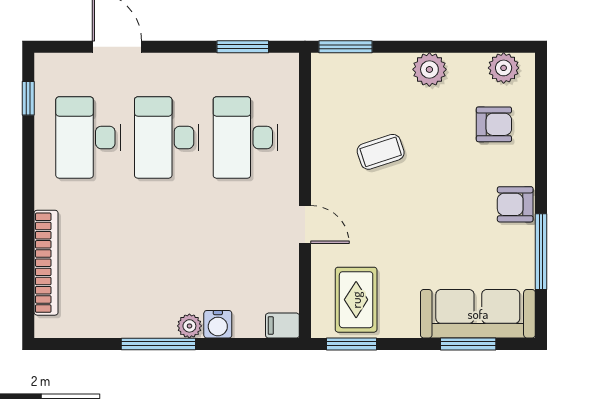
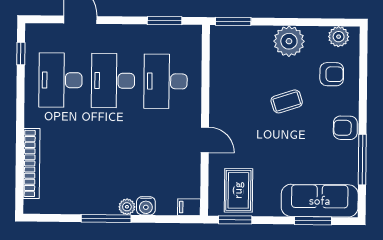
plant: (429, 69) -> (289, 41), width x1.36, depth x1.36
coffee table: (381, 152) -> (287, 101), moved

